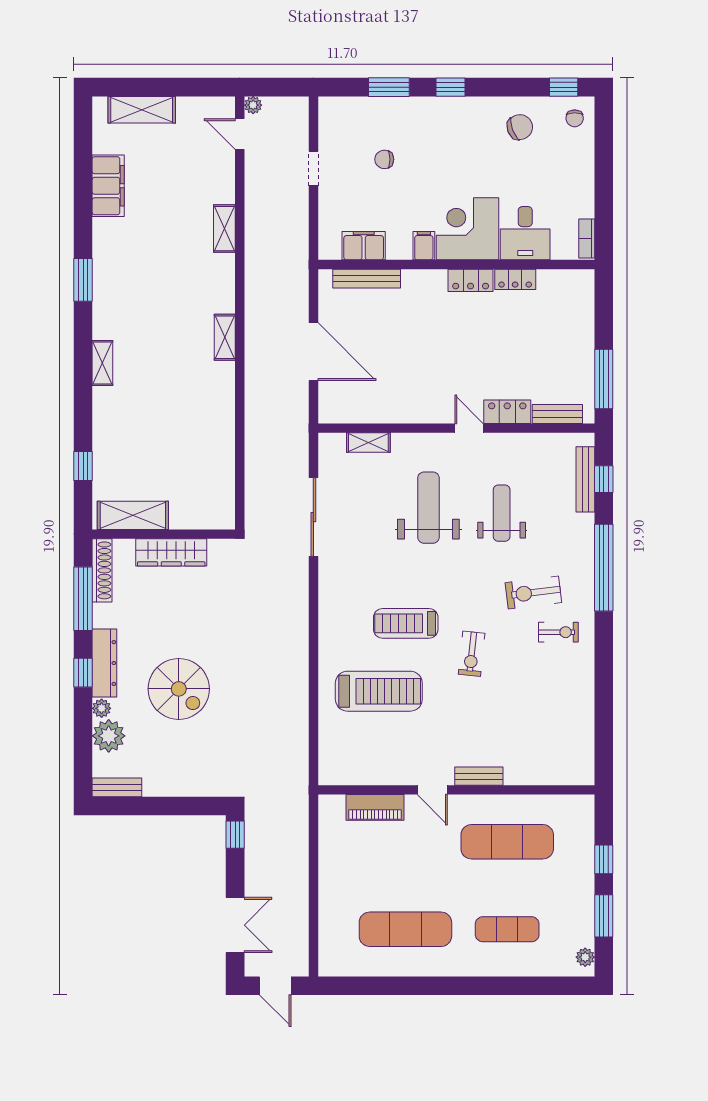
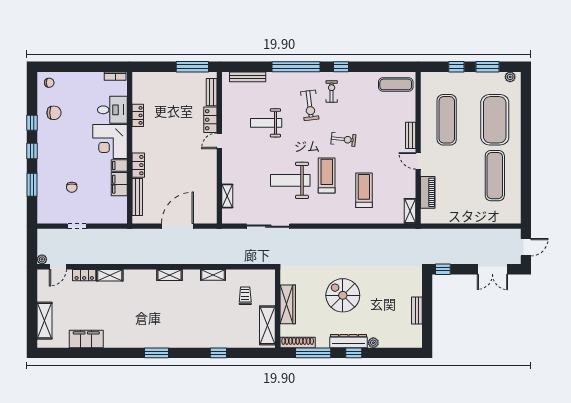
window: (564, 87) -> (32, 123), moved
chair: (520, 127) -> (54, 113), turned 111
locker: (225, 182) -> (84, 275), added
filing cabinet: (364, 246) -> (119, 184), moved
window: (83, 280) -> (157, 353), moved
locker: (471, 280) -> (138, 165), moved
shelving: (102, 363) -> (213, 275), moved
window: (83, 466) -> (218, 353), moved
trolley: (187, 475) -> (245, 296), added
window: (604, 479) -> (341, 67), moved
weight bench: (428, 508) -> (290, 180), moved
treadmill: (406, 623) -> (327, 175), turned 180
spiral stairs: (179, 689) -> (343, 295), moved, turned -90
treadmill: (379, 691) -> (364, 190), width x0.73, depth x0.73
plant: (109, 736) -> (389, 339), removed
exercise mat: (571, 749) -> (396, 84), added
shelving: (341, 775) -> (410, 211), added
bench: (117, 787) -> (417, 311), moved
door: (432, 790) -> (418, 161), swing flipped
double door: (235, 925) -> (492, 269), swing flipped
exercise mat: (507, 929) -> (495, 120), width x2.00, depth x1.45

